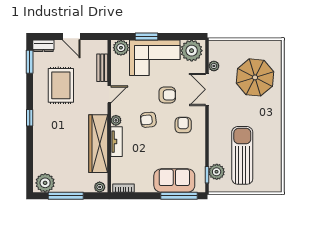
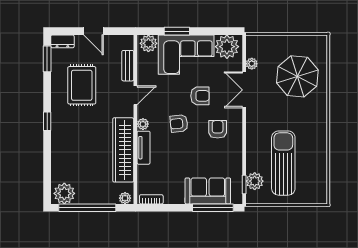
window: (66, 196) -> (87, 208), width x1.46

